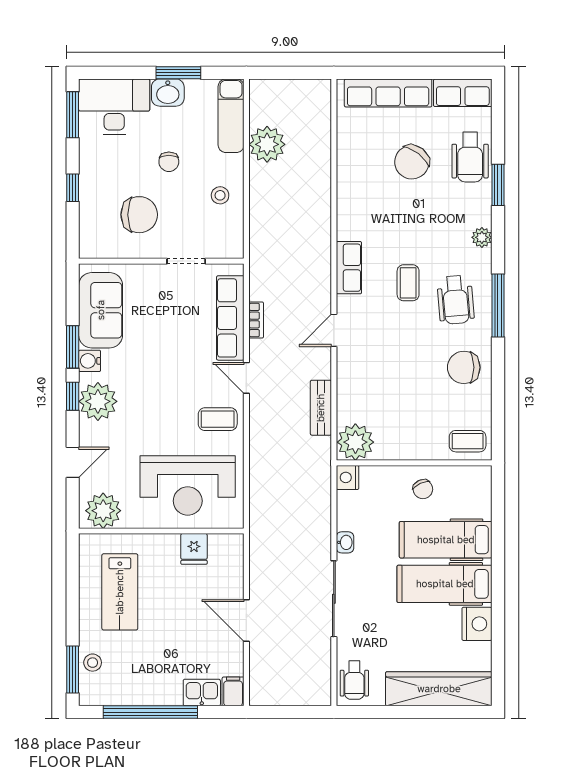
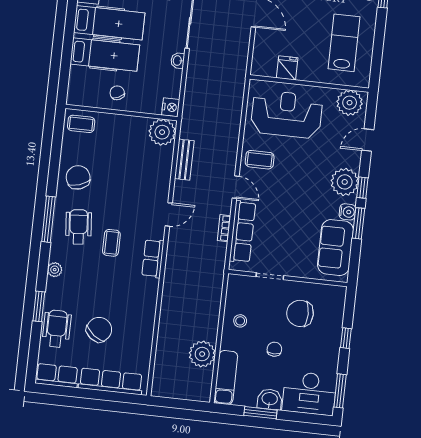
chair: (464, 367) -> (78, 177), turned -109

